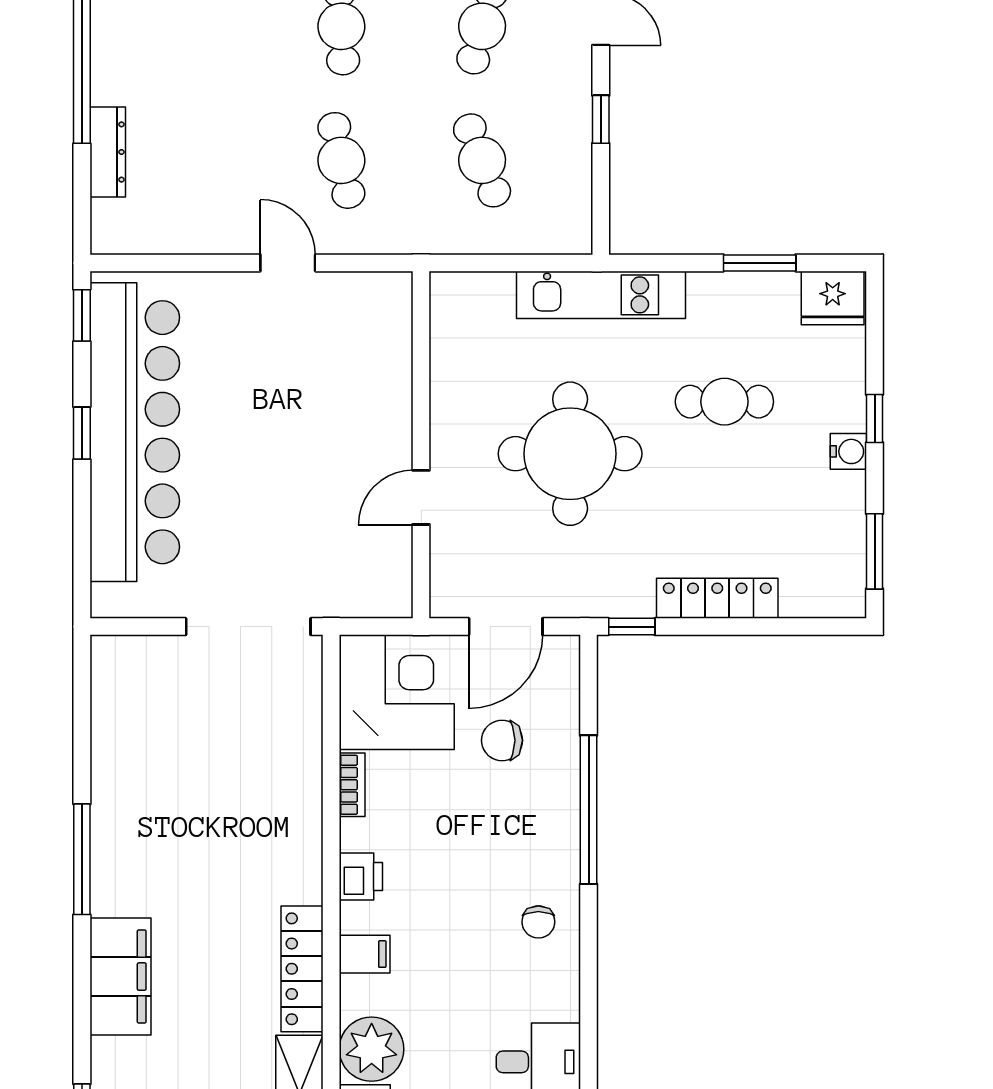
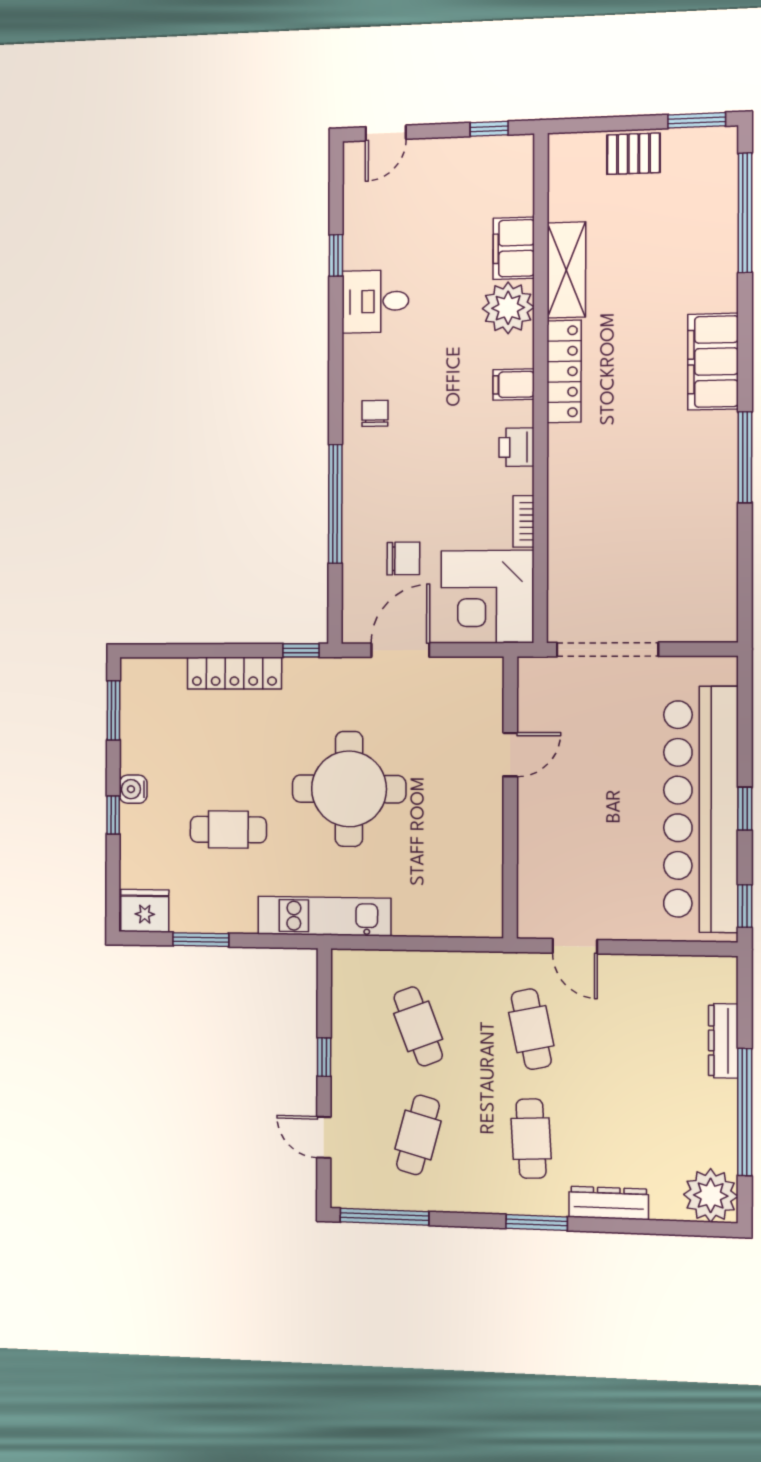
wall: (421, 445) -> (510, 797), moved
door: (421, 497) -> (510, 755), moved

